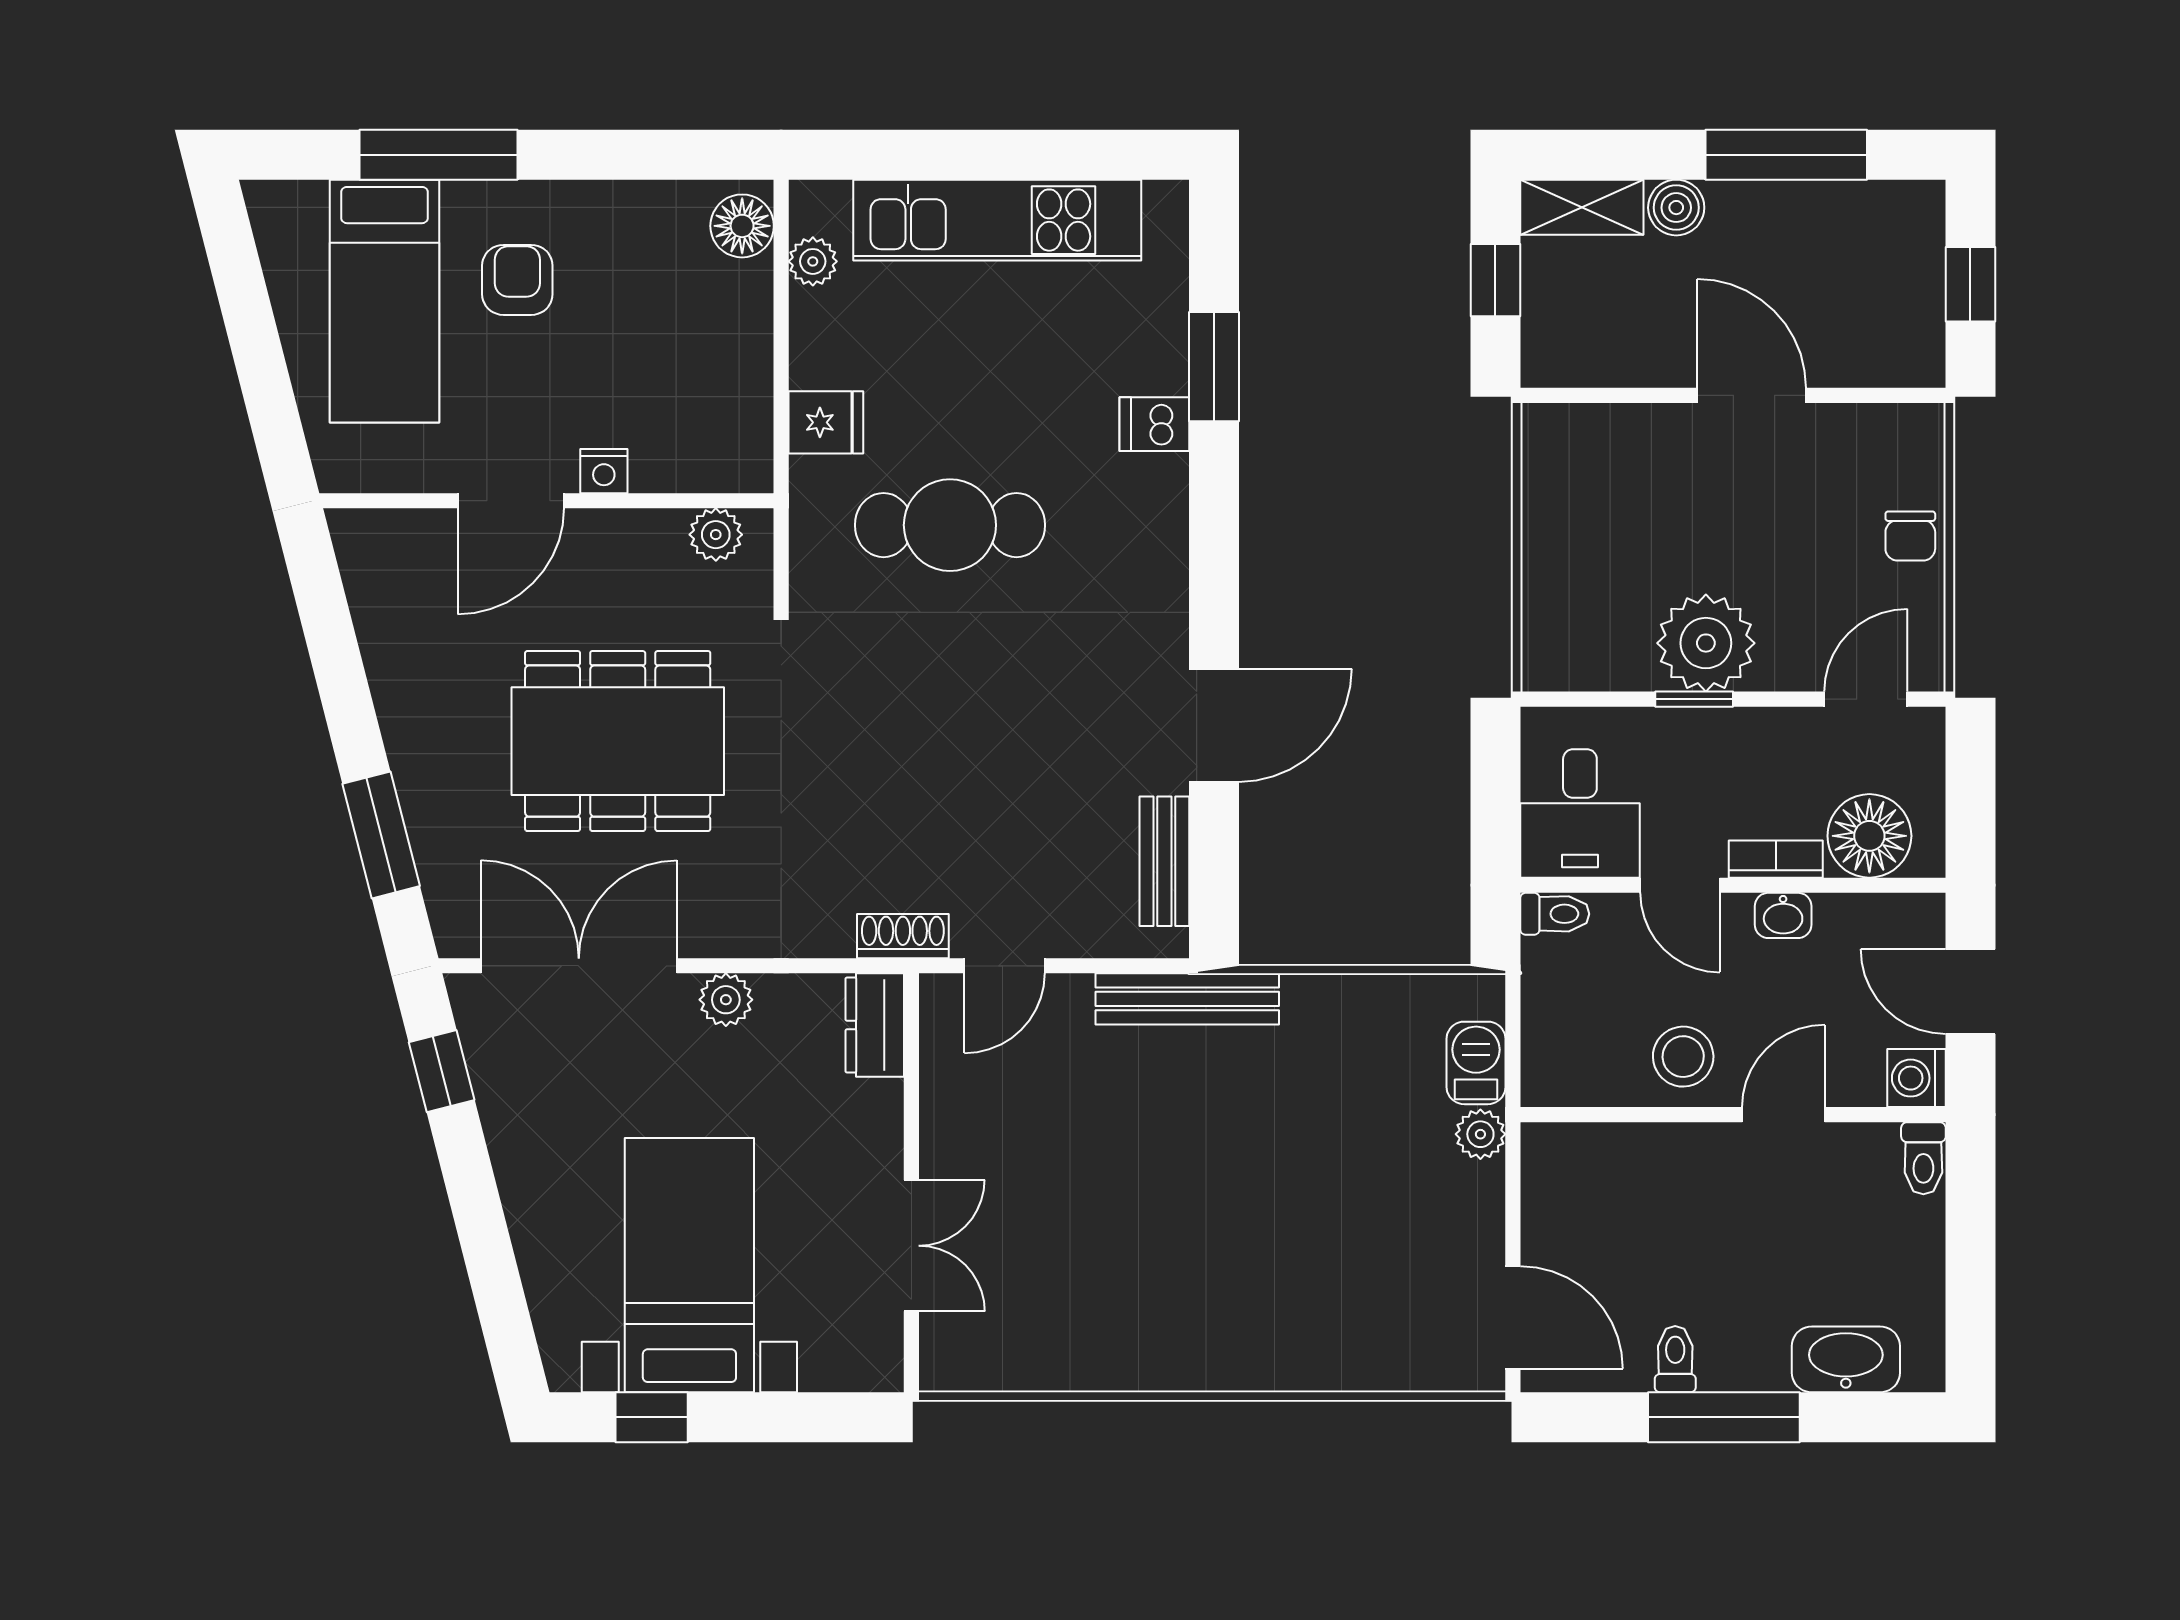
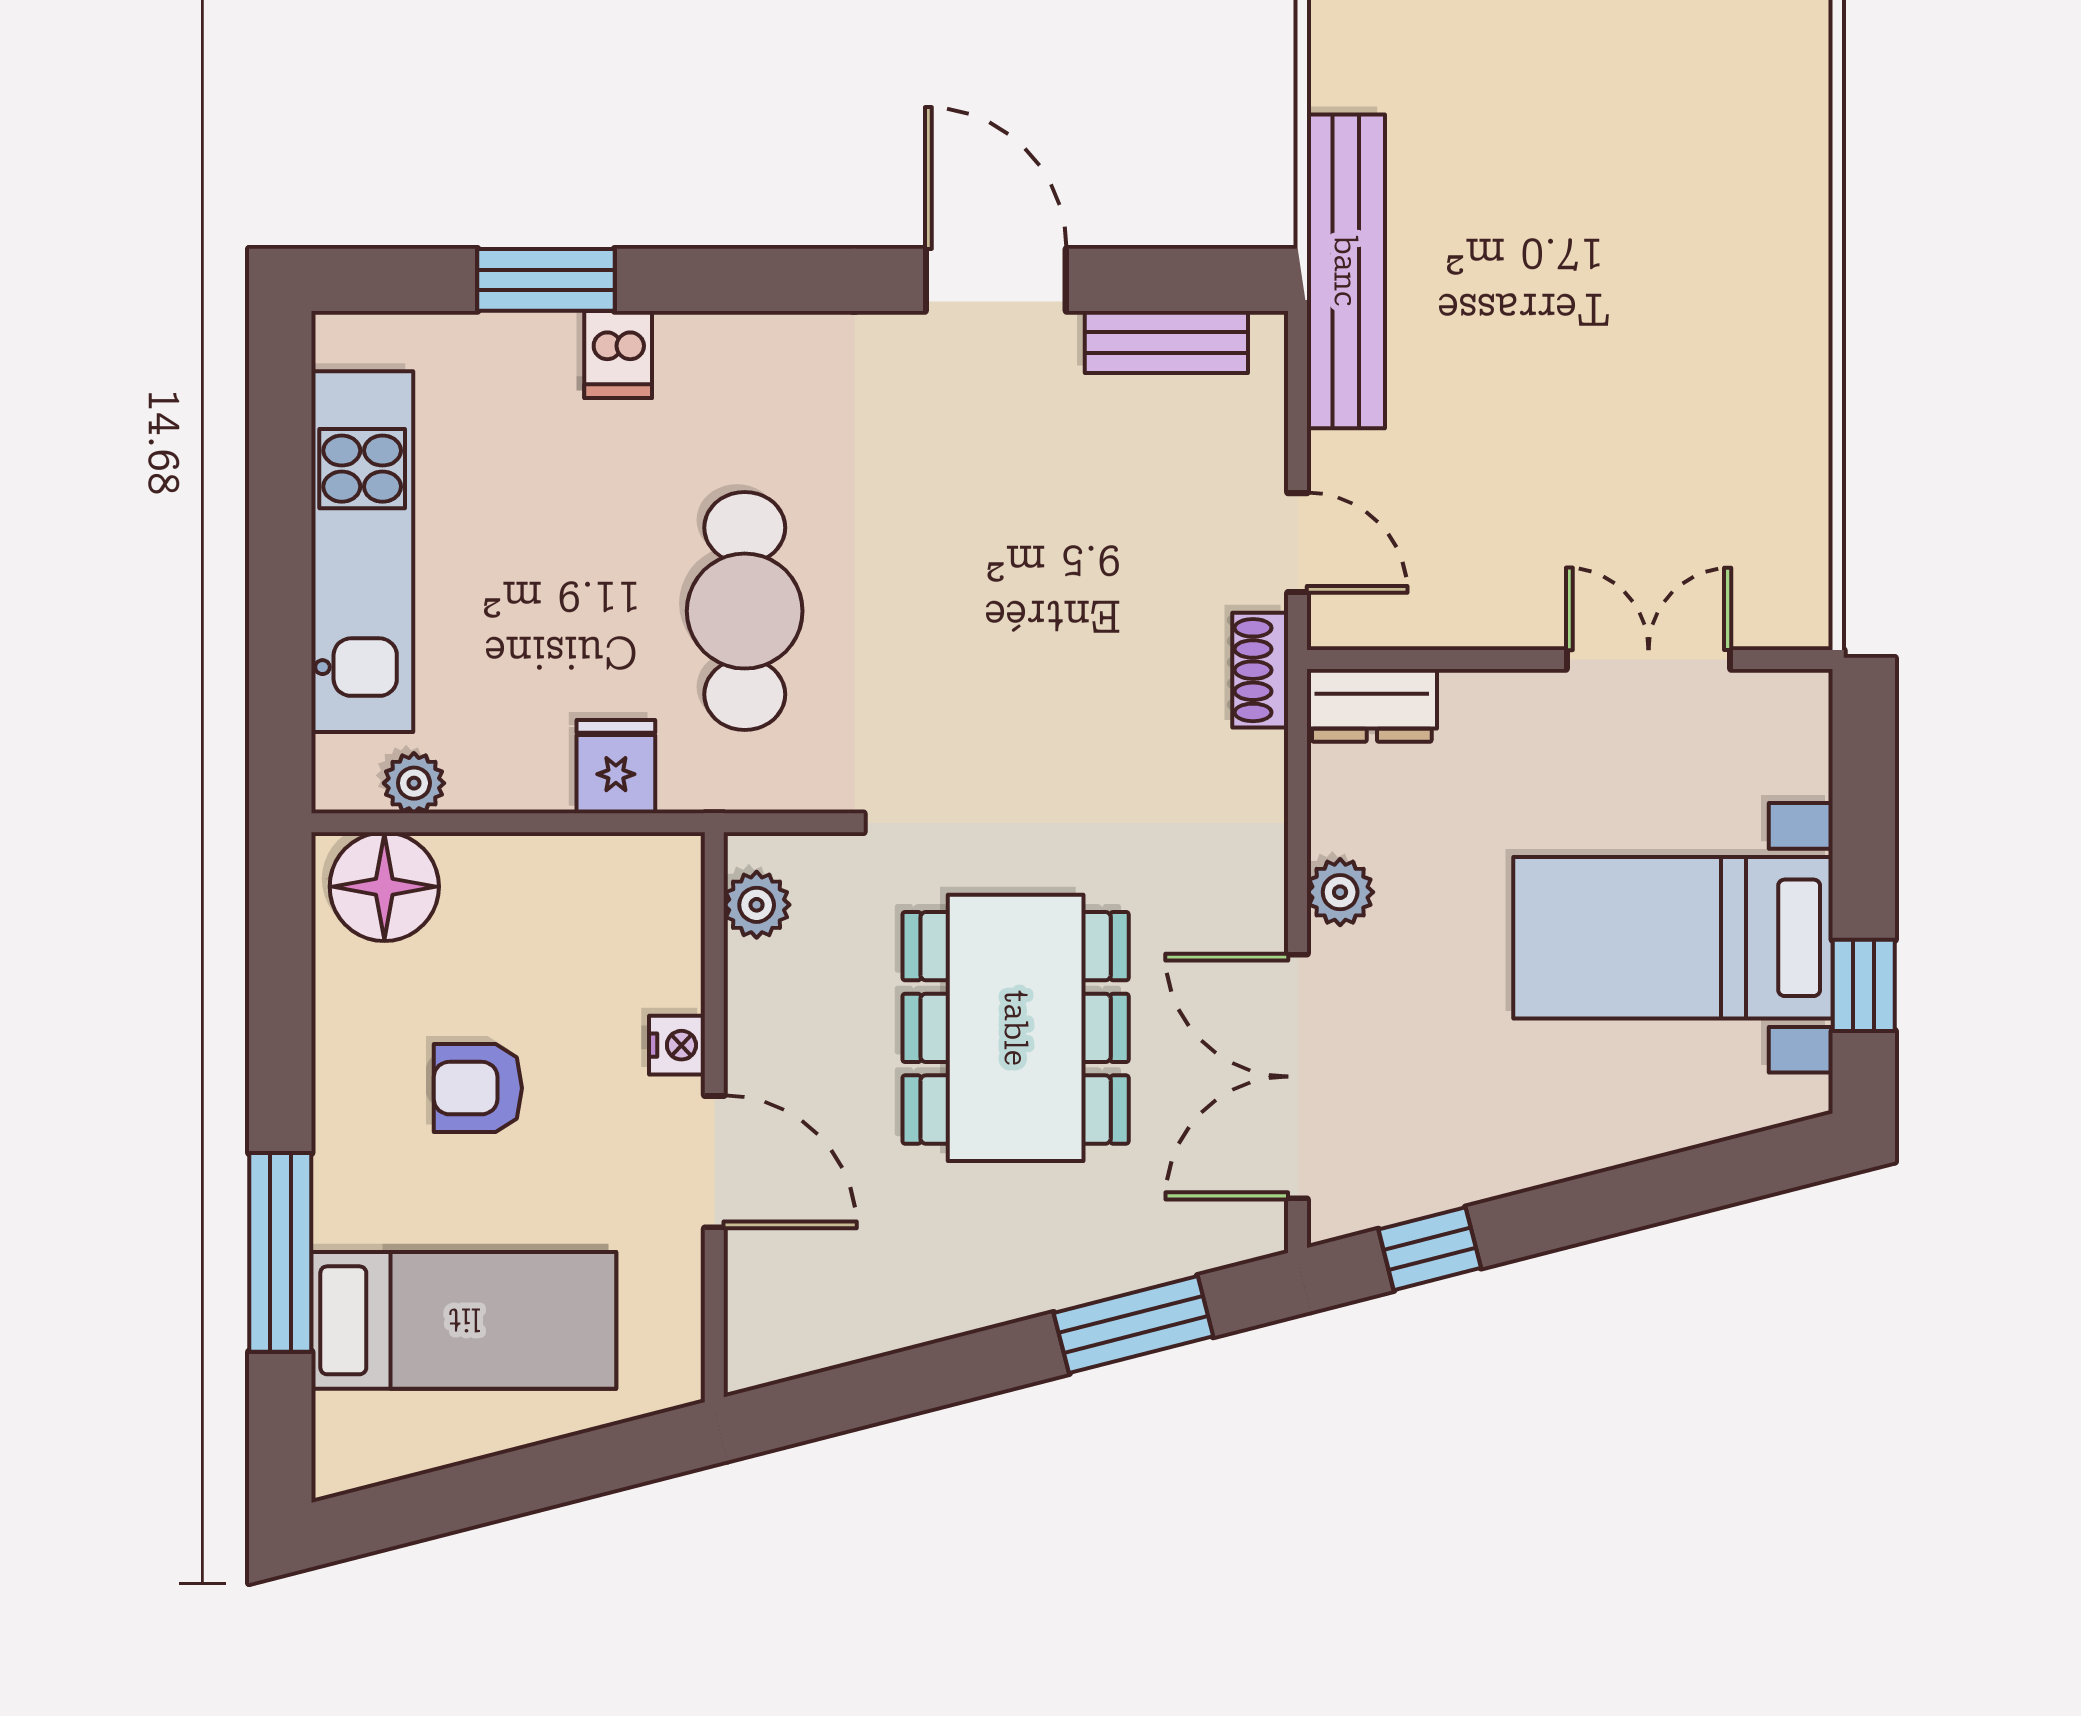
floor lamp: (742, 226) -> (384, 887), width x1.38, depth x1.38
armchair: (517, 280) -> (478, 1088), moved
bench: (1187, 999) -> (1346, 271), width x1.37, depth x1.21

